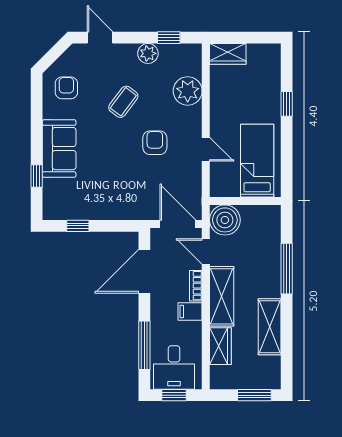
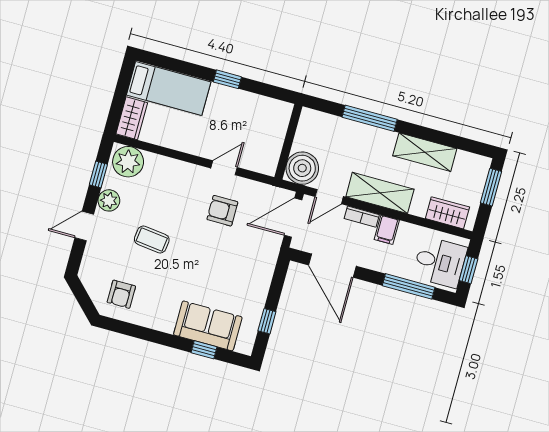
door: (100, 38) -> (84, 226), moved
armchair: (66, 88) -> (121, 294), turned -90
plant: (188, 91) -> (128, 162), moved
coffee table: (123, 102) -> (152, 239), turned -30
window: (287, 104) -> (227, 79), moved
armchair: (155, 143) -> (222, 211), moved
sofa: (59, 149) -> (208, 326), moved
bed: (257, 161) -> (169, 88), moved, turned 180
wardrobe: (220, 346) -> (447, 213), moved

